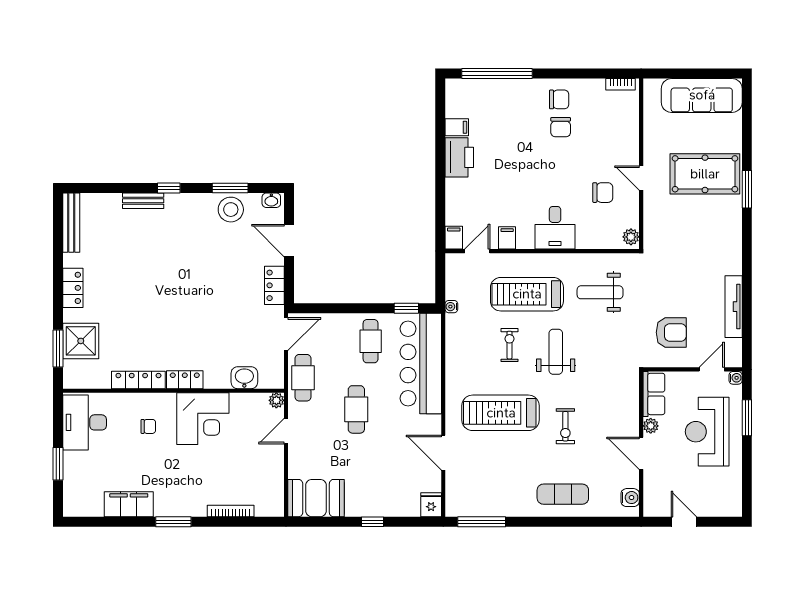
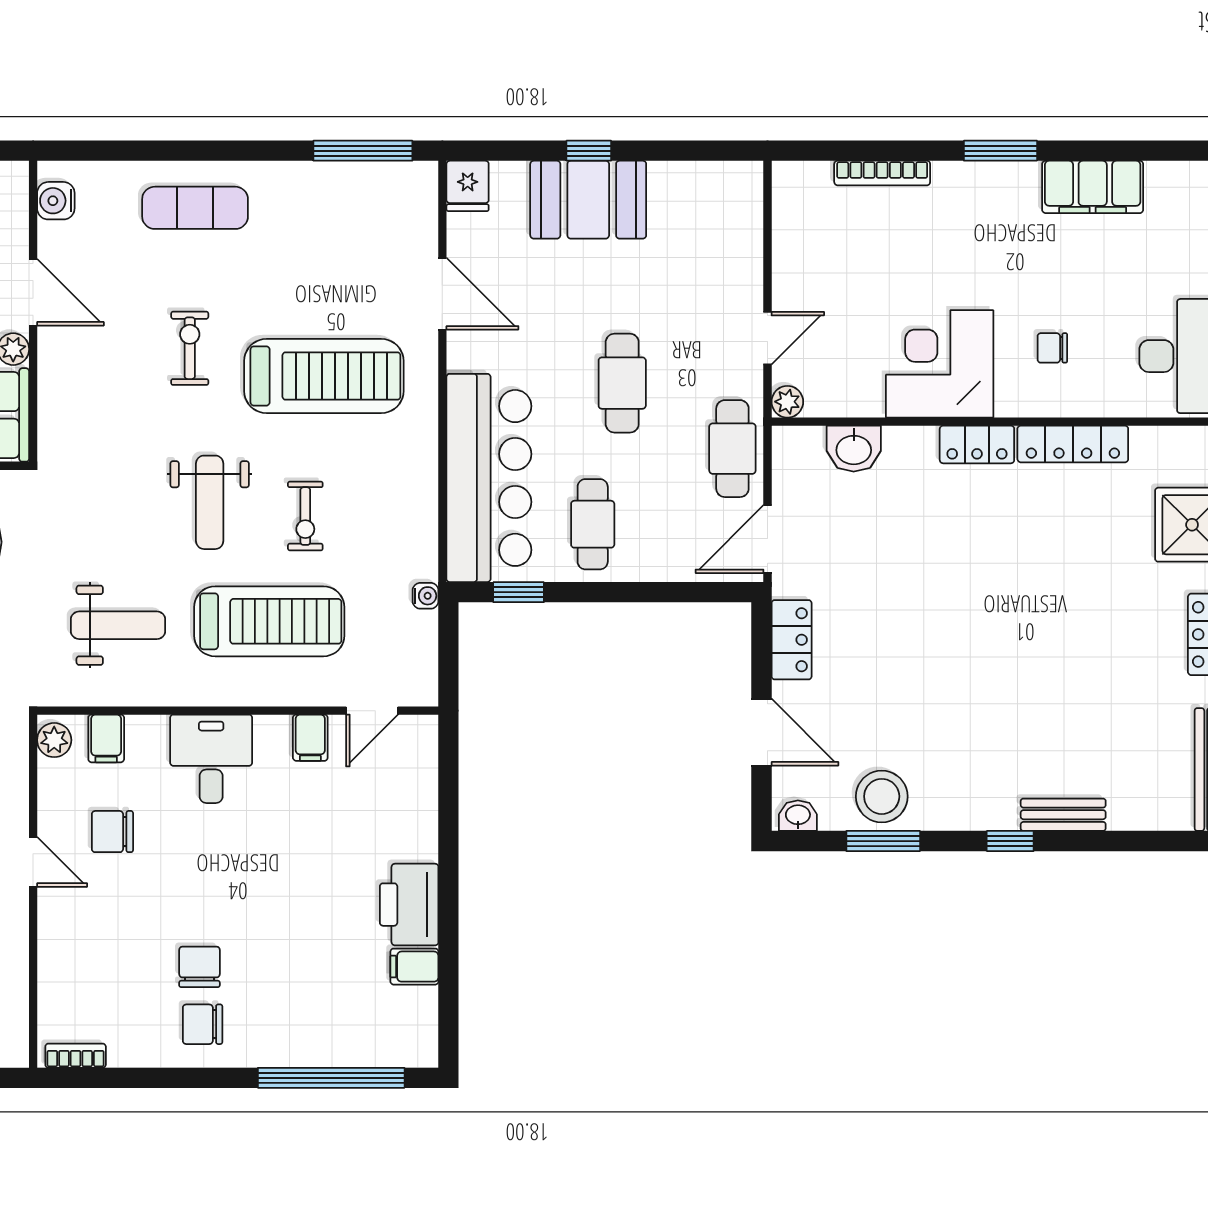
filing cabinet: (454, 238) -> (106, 738), moved
booth: (316, 498) -> (588, 200), moved

